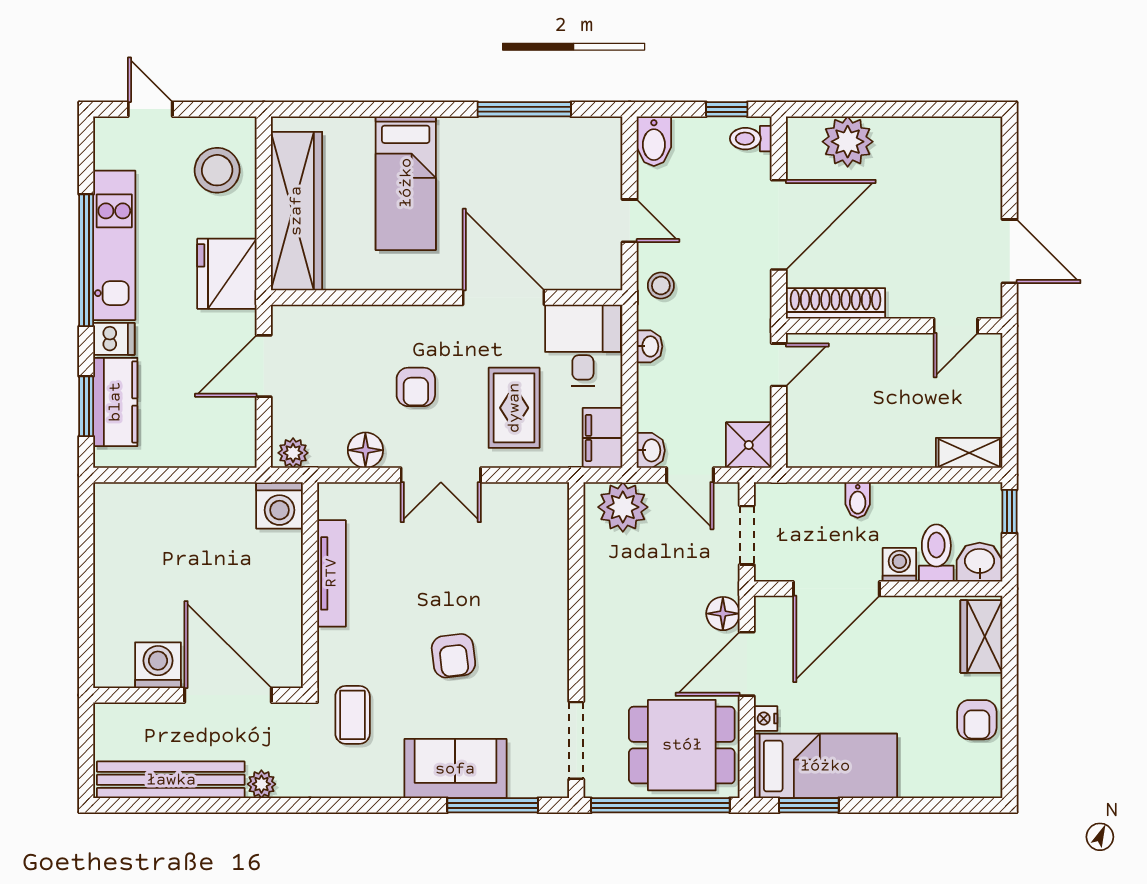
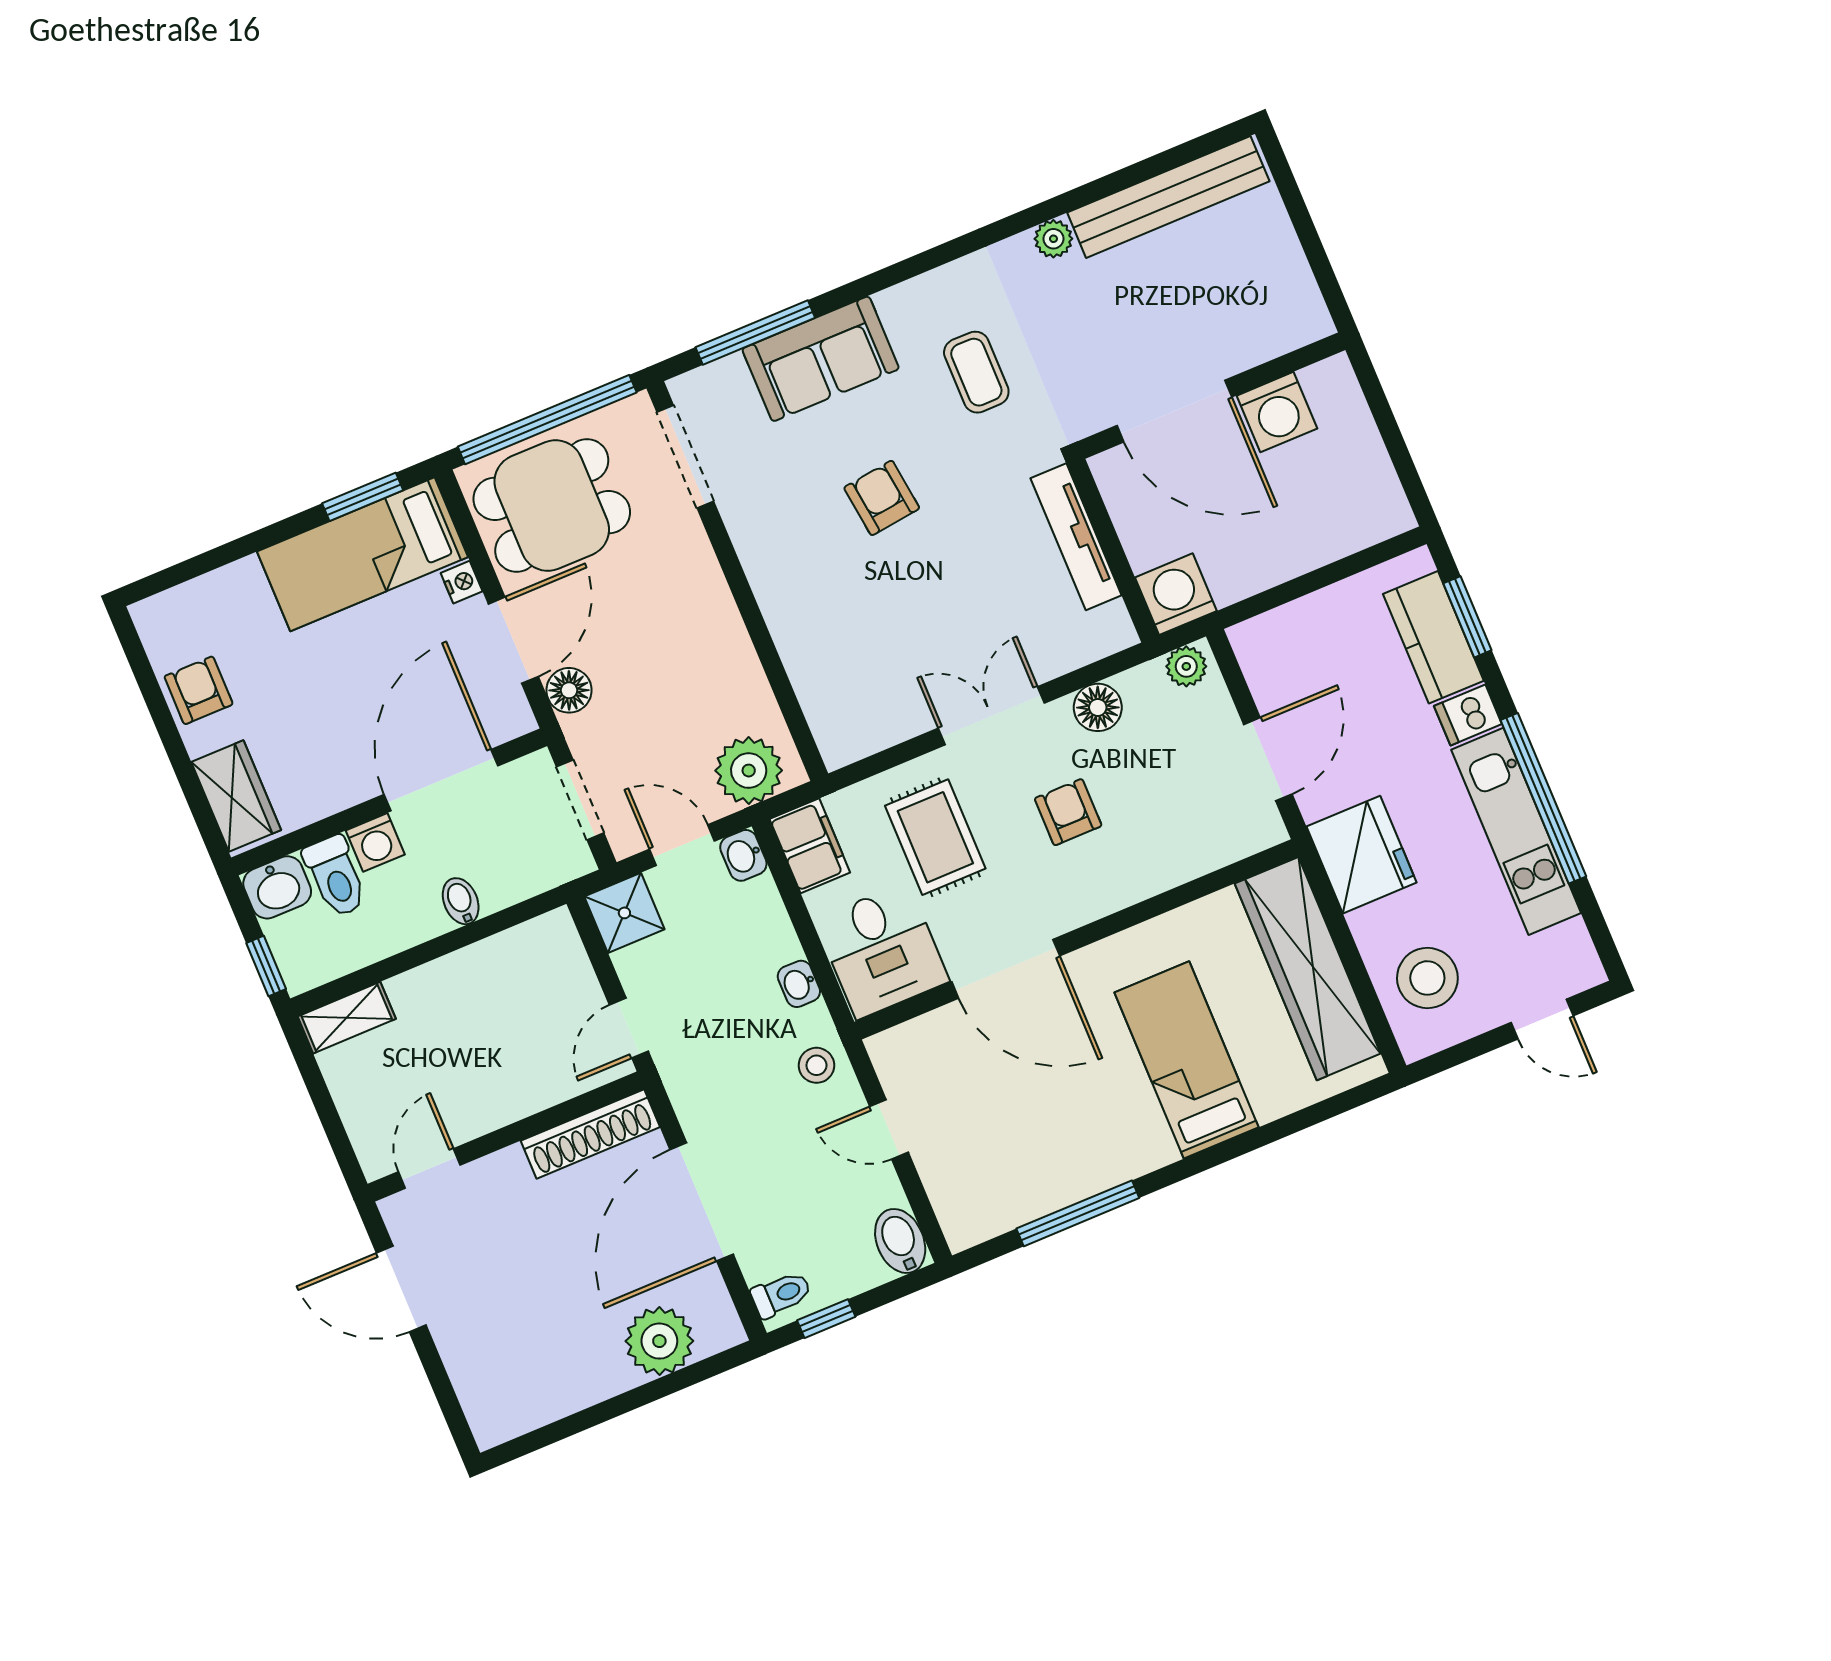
washing machine: (158, 665) -> (1277, 412), moved
wall: (198, 695) -> (1212, 396), moved
door: (228, 695) -> (1174, 411), moved

